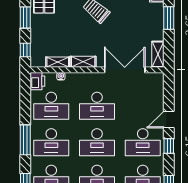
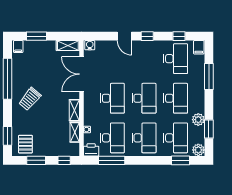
water cooler: (158, 80) -> (90, 45), added
window: (25, 140) -> (112, 160), moved
desk: (143, 142) -> (144, 59), removed

